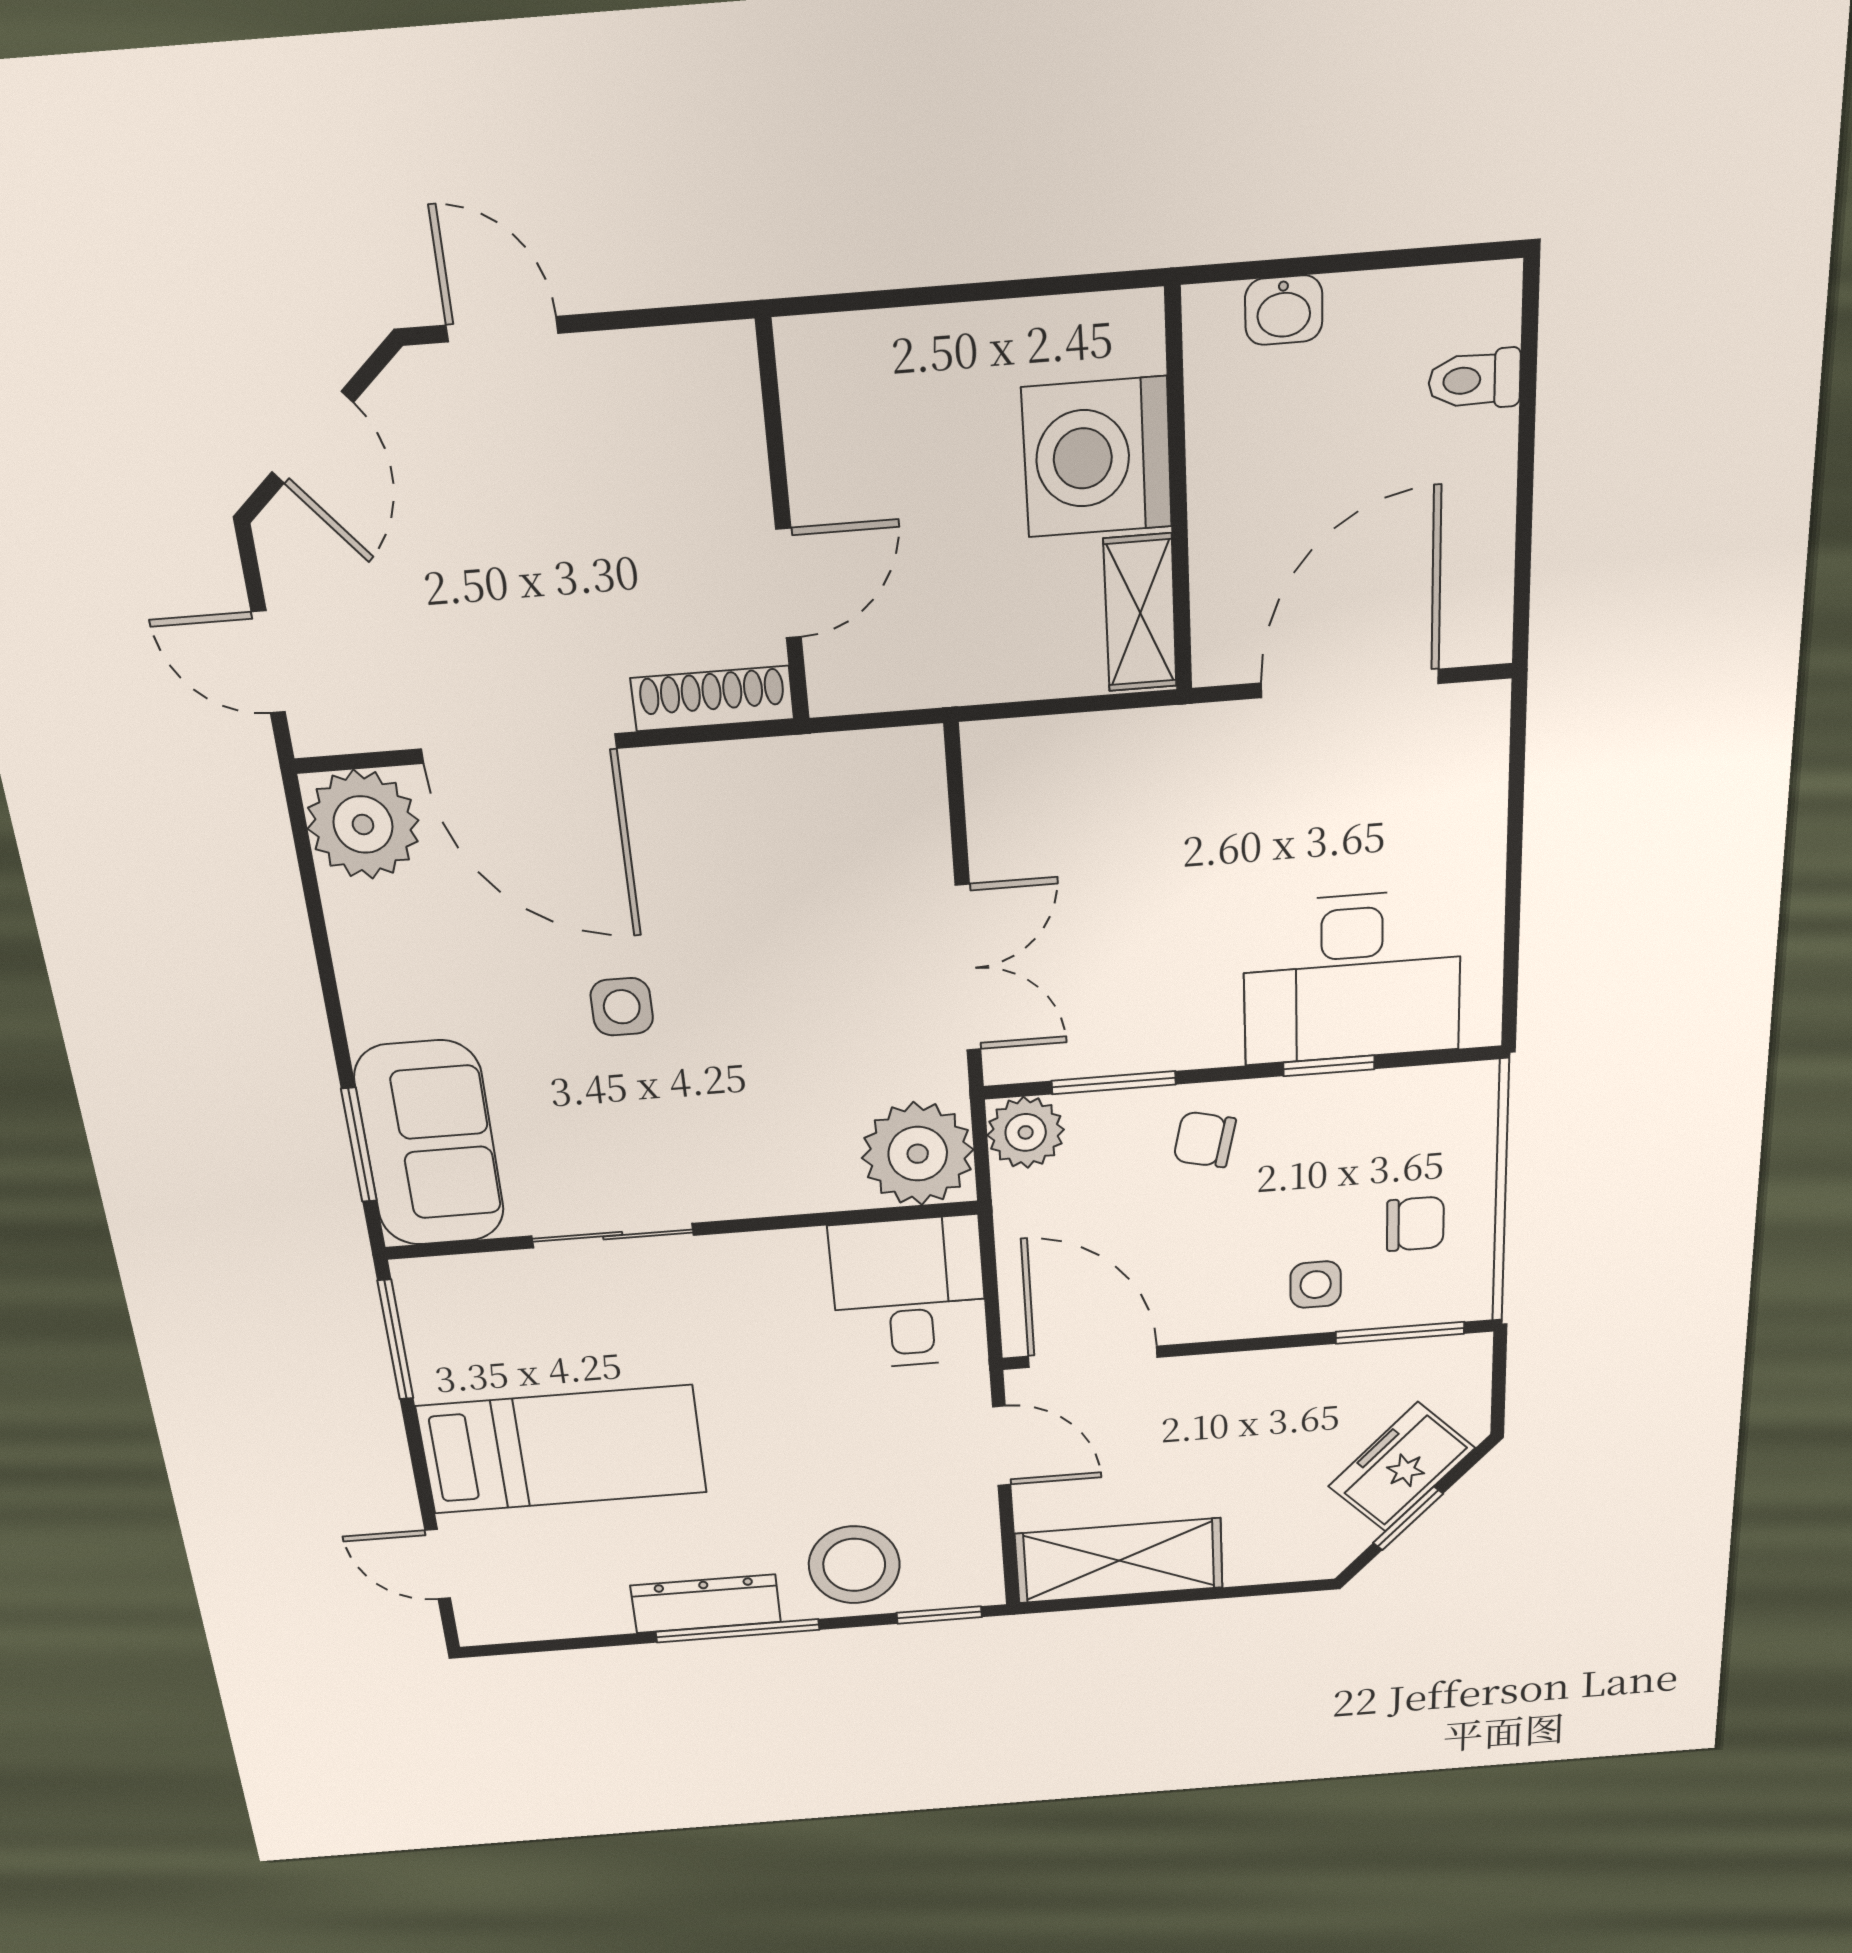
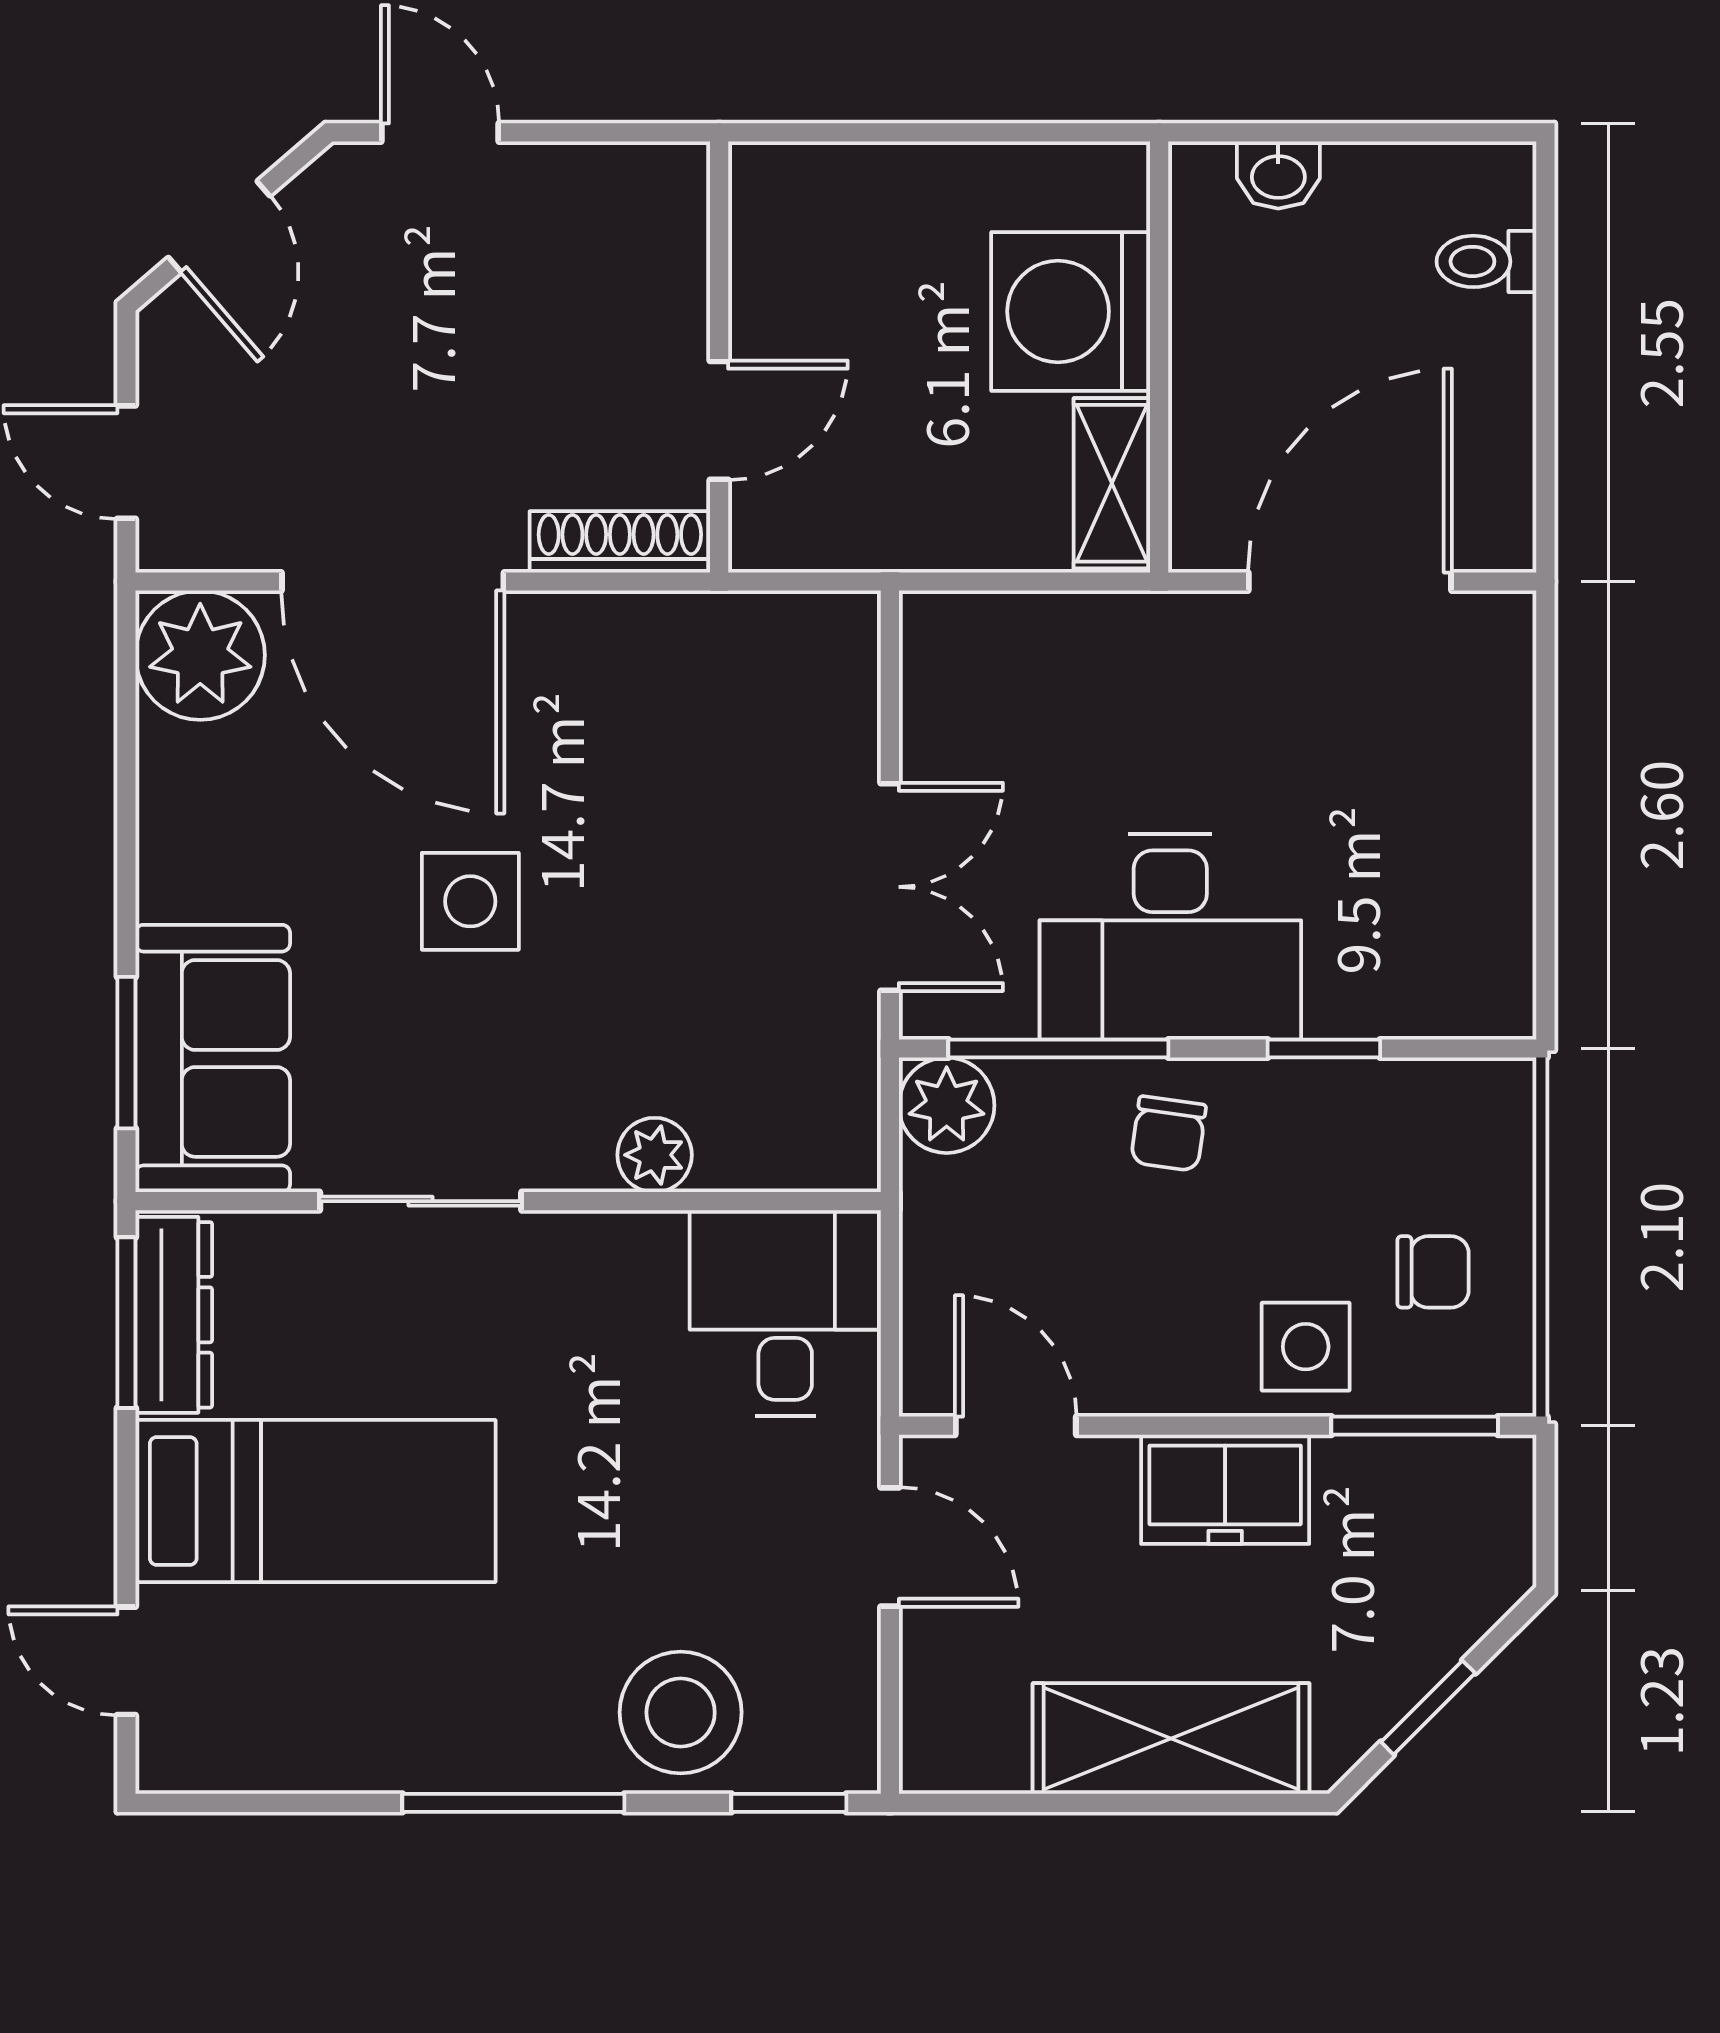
desk: (1352, 978) -> (1170, 937), moved
side table: (622, 1007) -> (470, 901), width x1.37, depth x1.37
window: (1114, 1083) -> (1058, 1049), width x1.44
chair: (1205, 1140) -> (1168, 1134), turned -95
plant: (918, 1154) -> (655, 1155), moved, width x0.53, depth x0.53
side table: (1316, 1285) -> (1306, 1347), width x1.37, depth x1.37
door: (1093, 1357) -> (1016, 1426), width x0.73
freezer: (1401, 1467) -> (1225, 1489), moved, turned -135
shelving: (1119, 1561) -> (1171, 1739), moved
dresser: (706, 1604) -> (174, 1315), moved, turned 90

